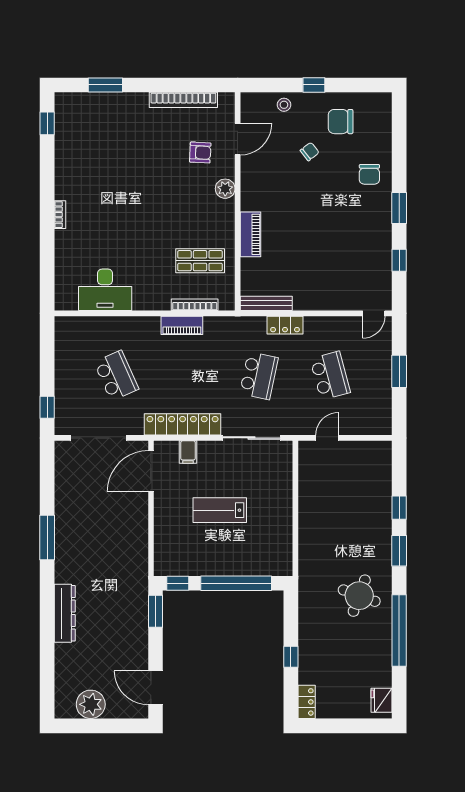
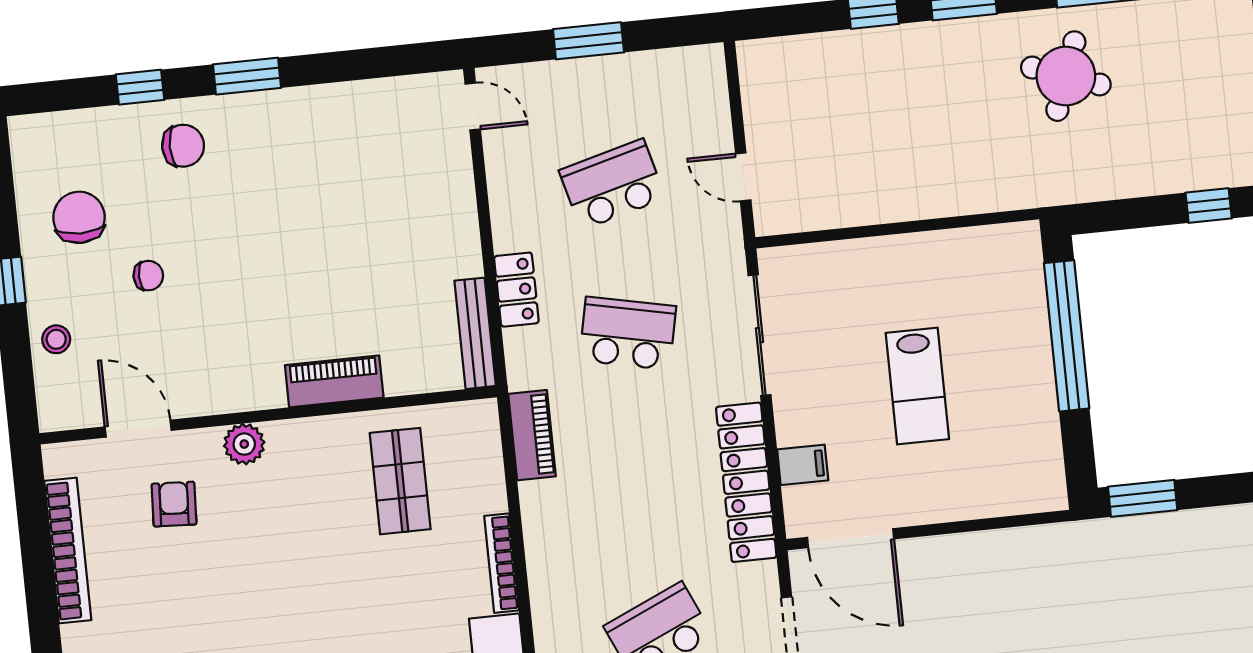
chair: (341, 122) -> (79, 217), turned 180
chair: (310, 152) -> (148, 276), turned 128
window: (399, 260) -> (140, 87), moved
bookcase: (195, 305) -> (502, 563), moved
piano: (182, 325) -> (532, 435), moved
window: (178, 583) -> (1079, 458), removed

